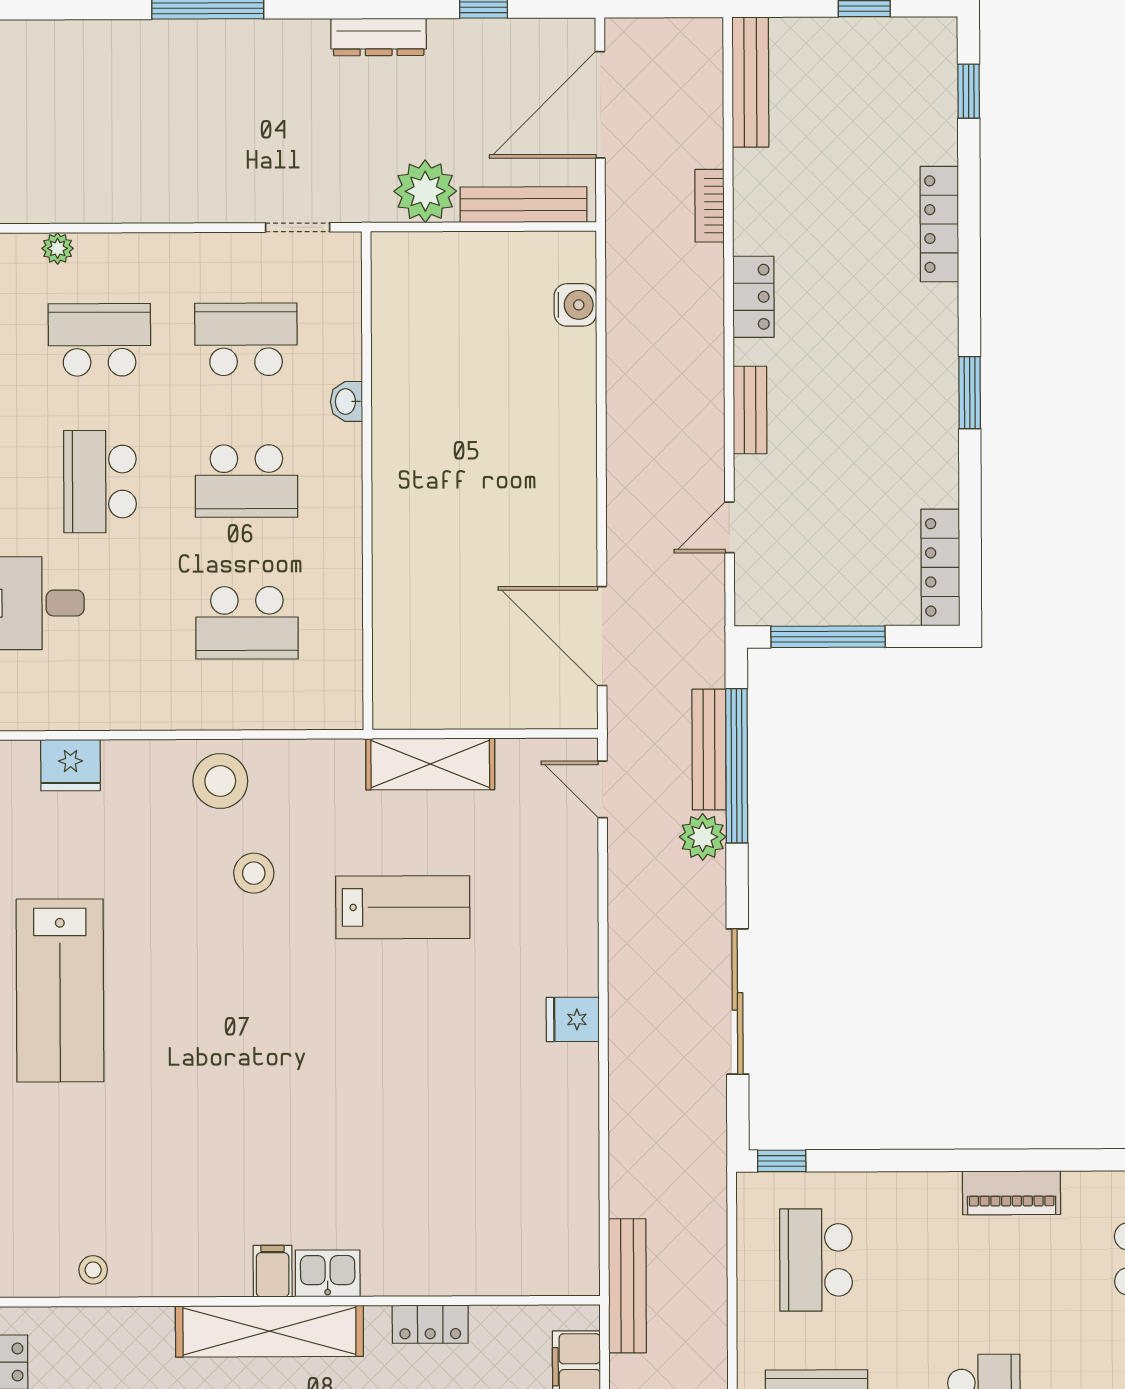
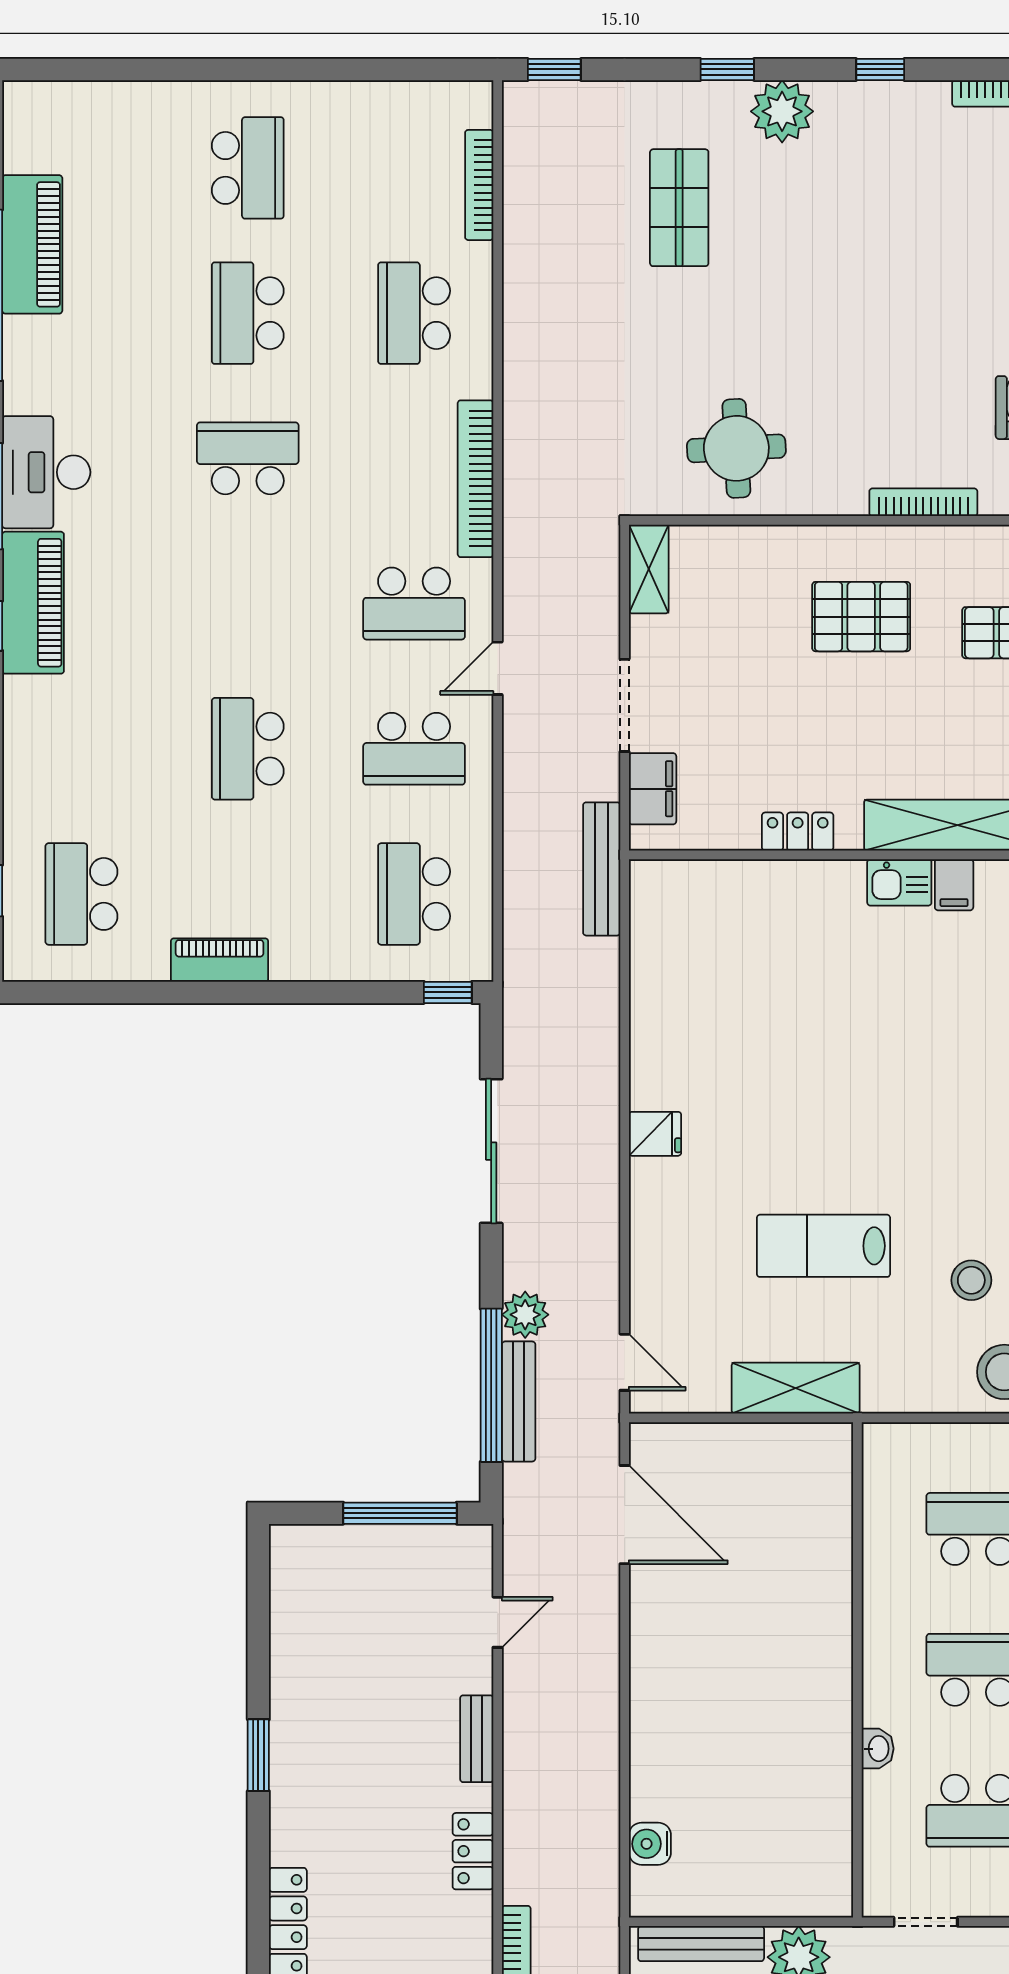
locker: (940, 567) -> (288, 1582), removed
school desk: (816, 1260) -> (414, 894), turned 180

